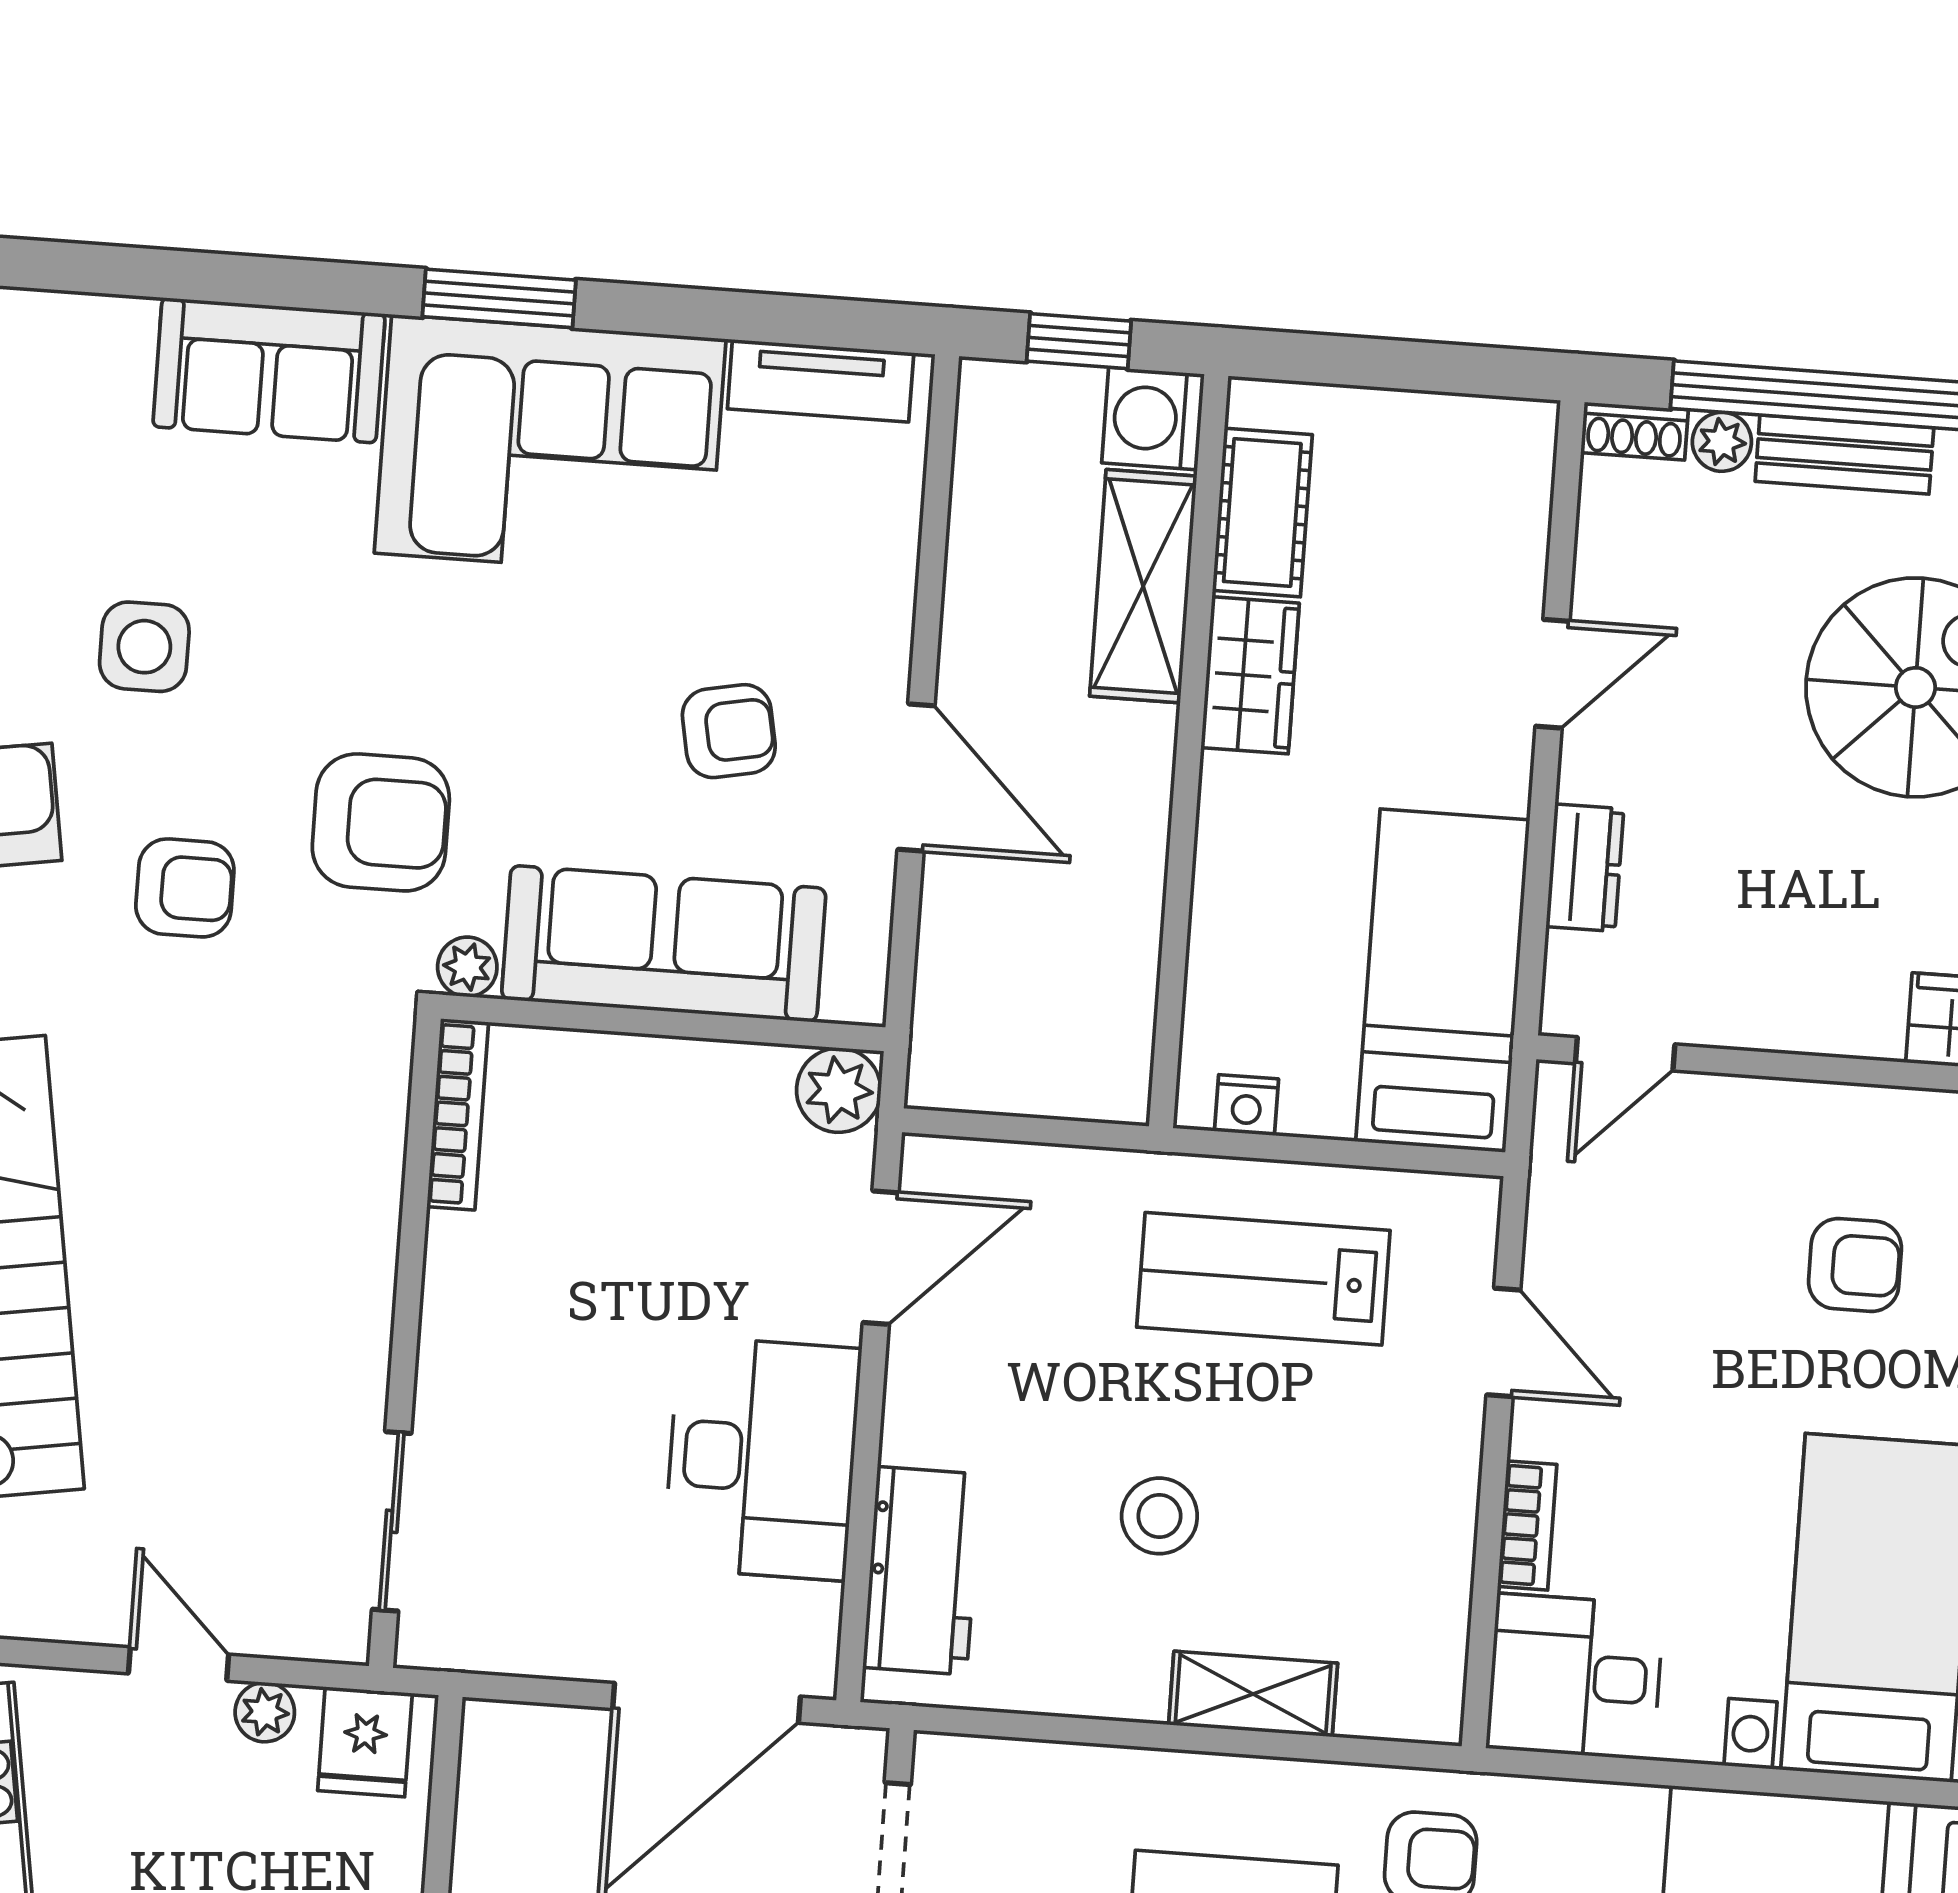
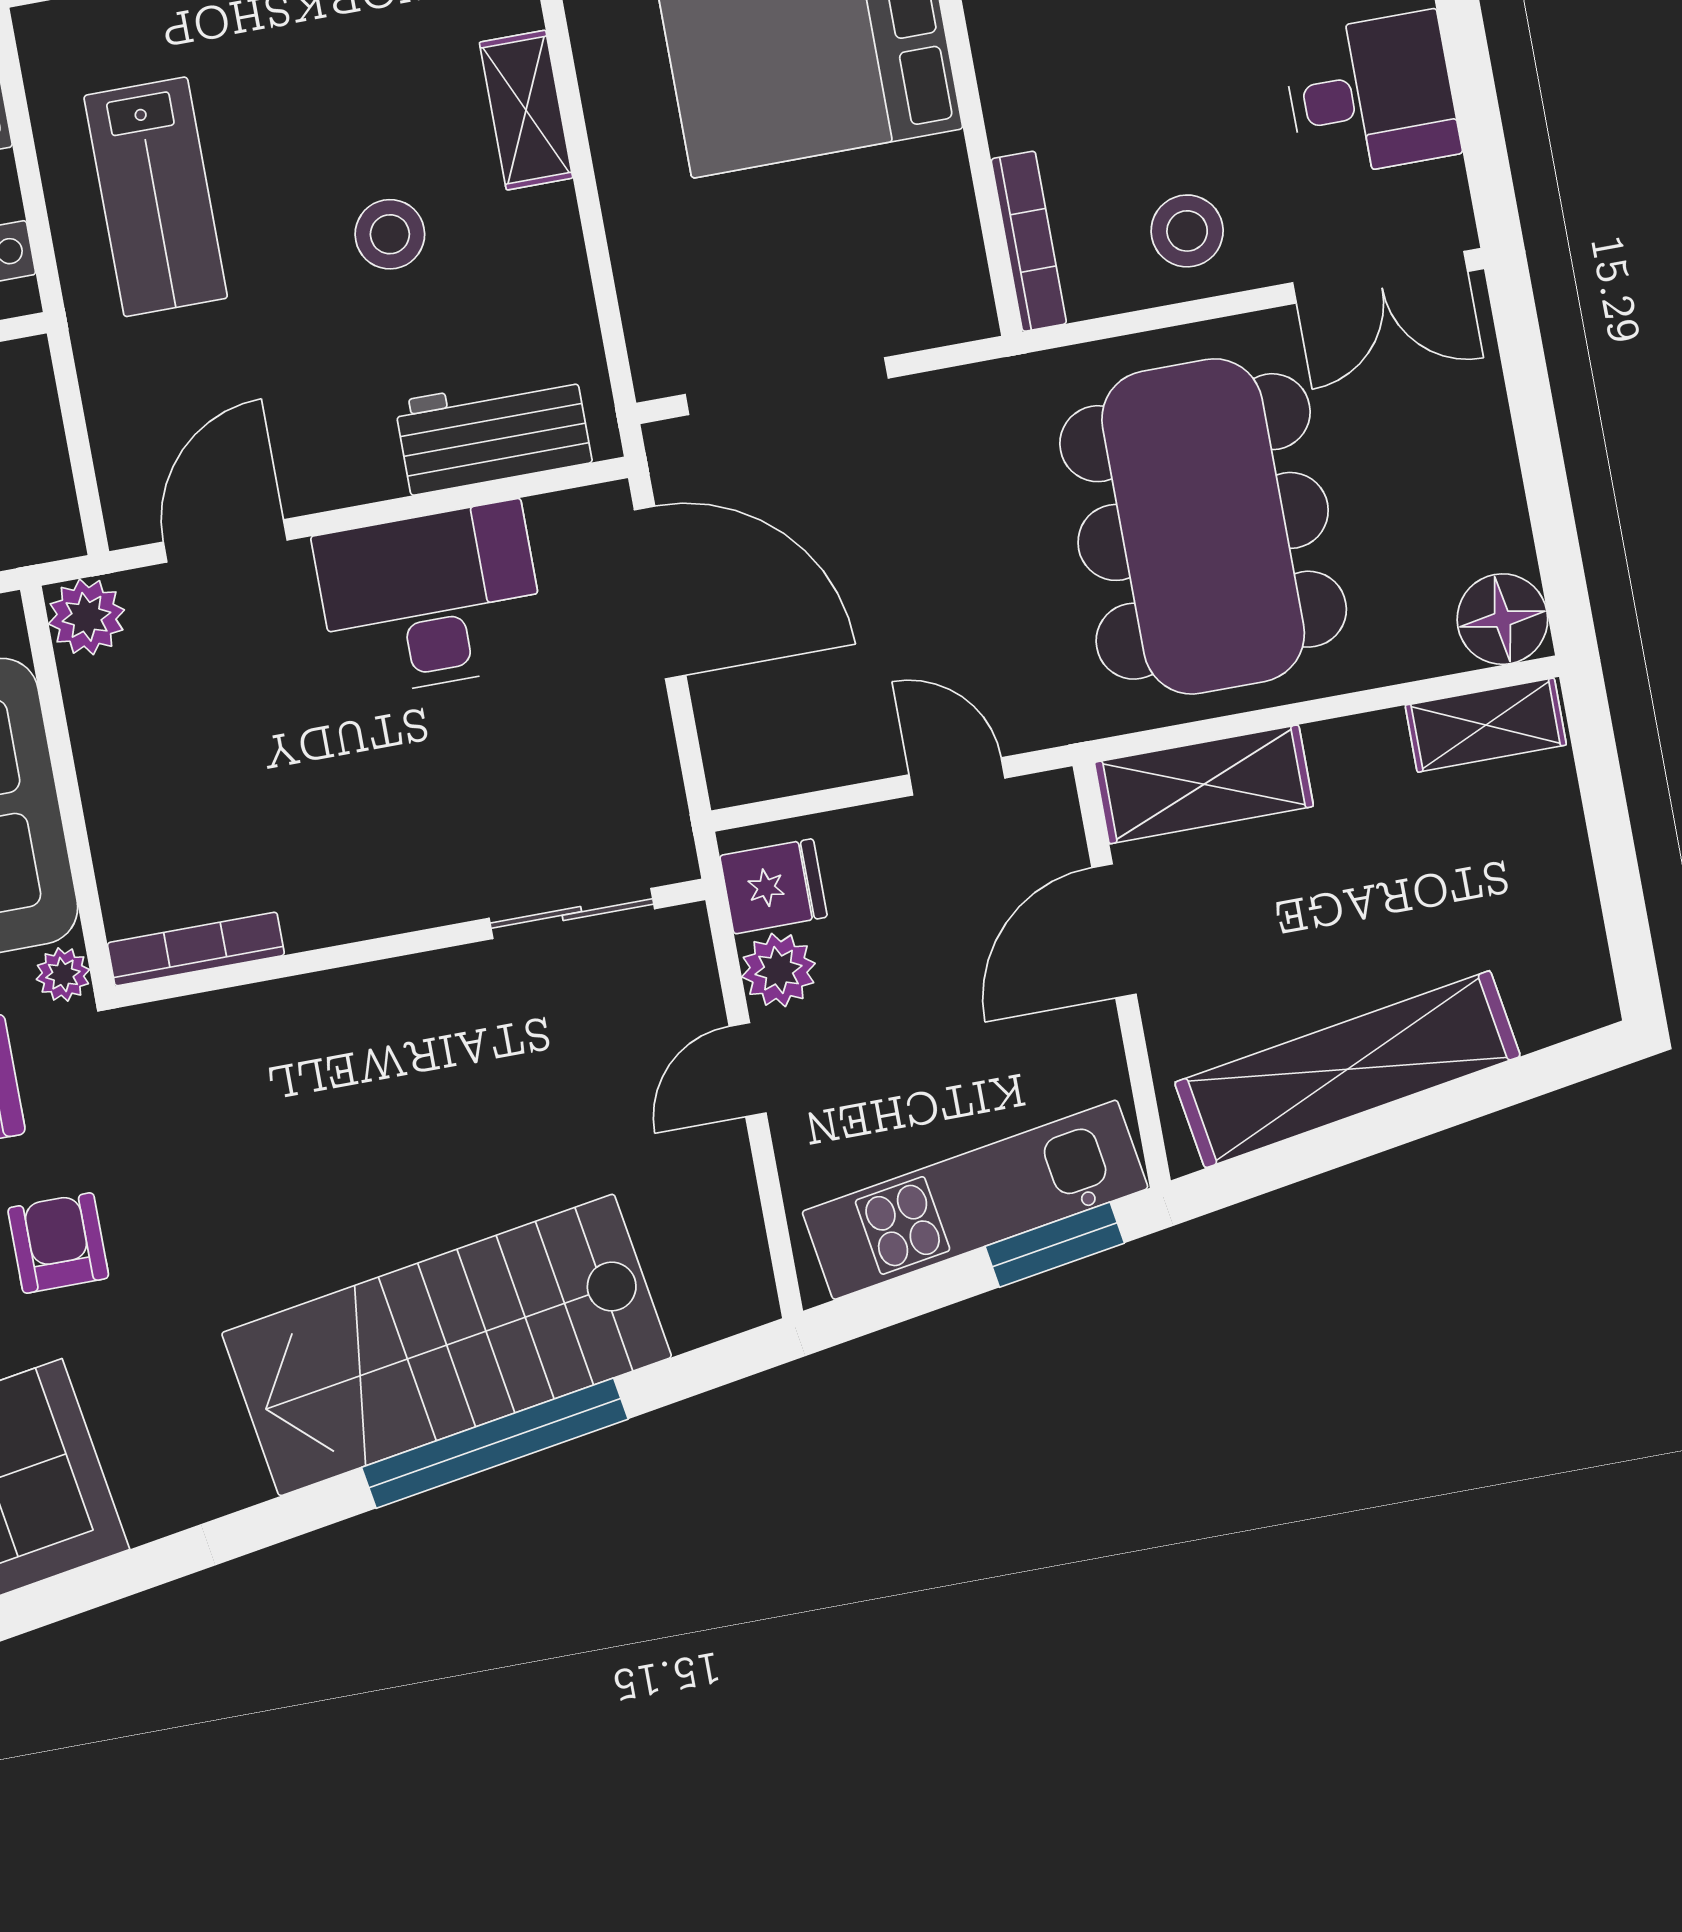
door: (881, 1258) -> (225, 541), hinge flipped
plant: (265, 1712) -> (779, 970), width x1.38, depth x1.38

